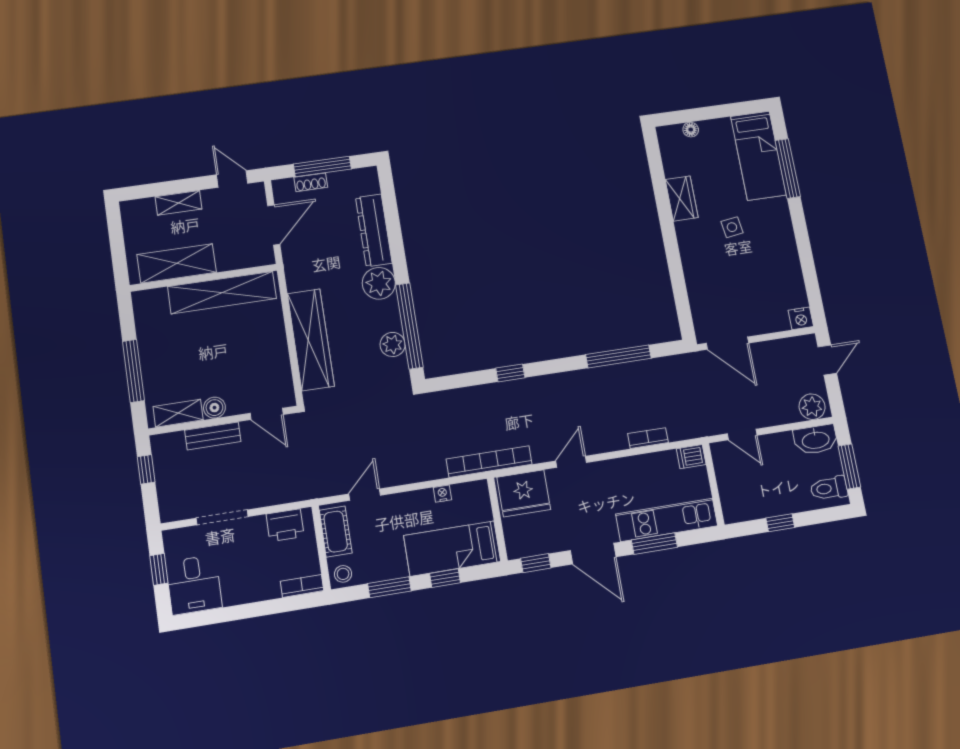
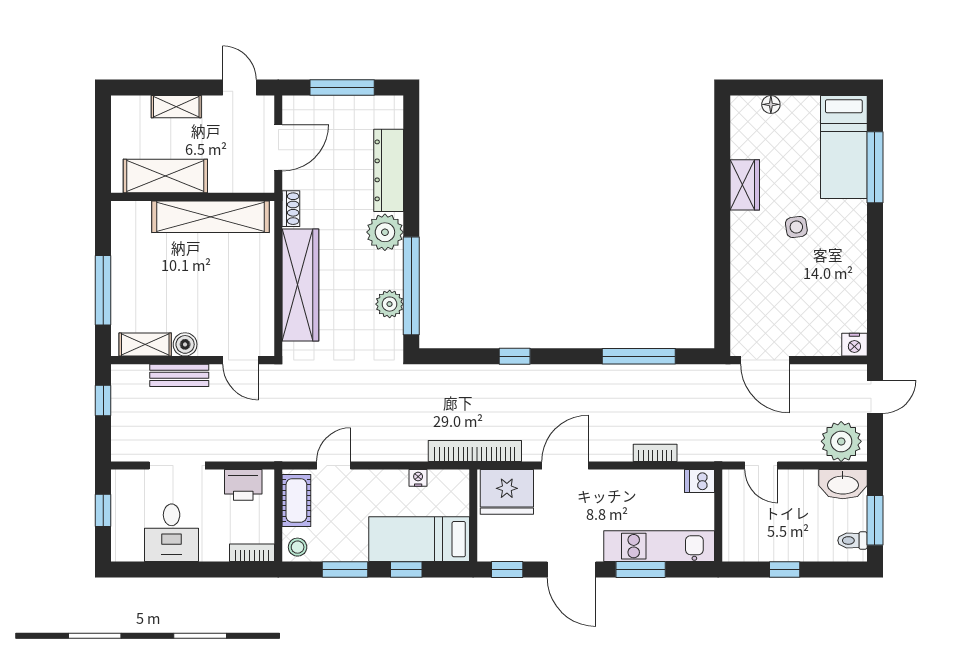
shoe rack: (311, 182) -> (291, 209), moved, turned -90
plant: (812, 407) -> (841, 441), width x1.36, depth x1.36
door: (571, 462) -> (565, 466), width x1.38
toilet: (829, 488) -> (852, 540), width x0.73, depth x0.72
desk: (194, 585) -> (172, 533), moved

